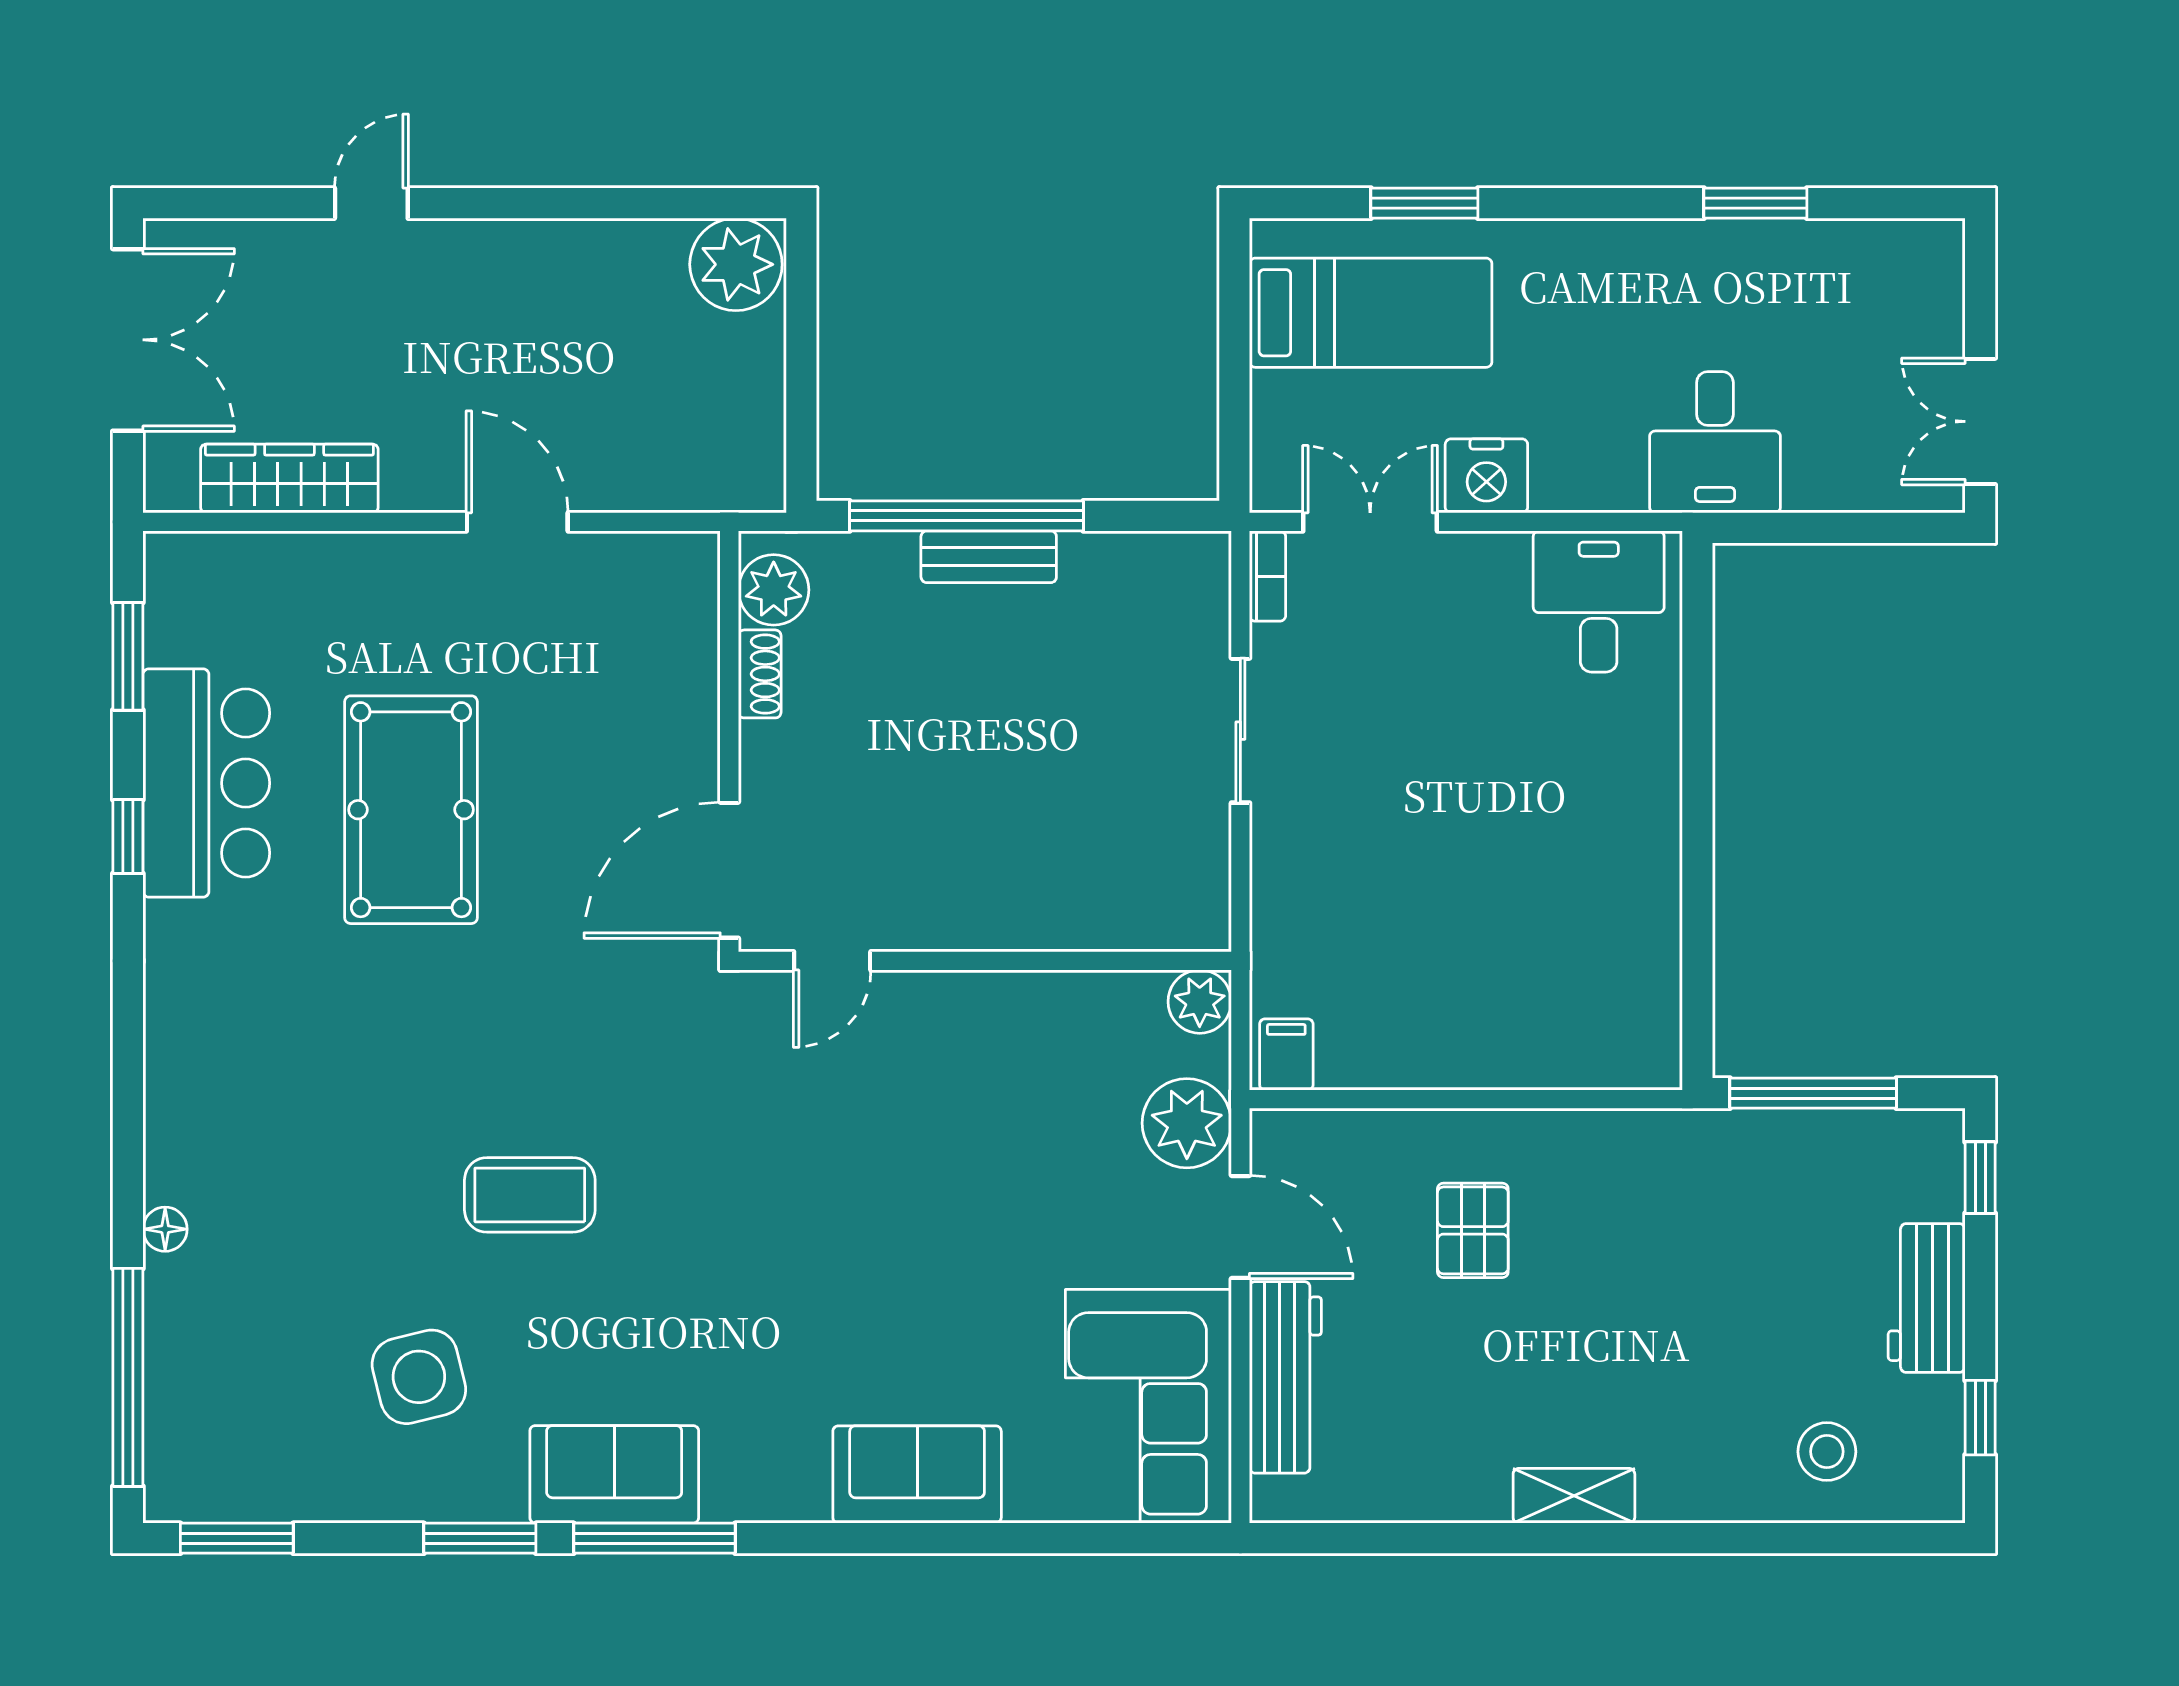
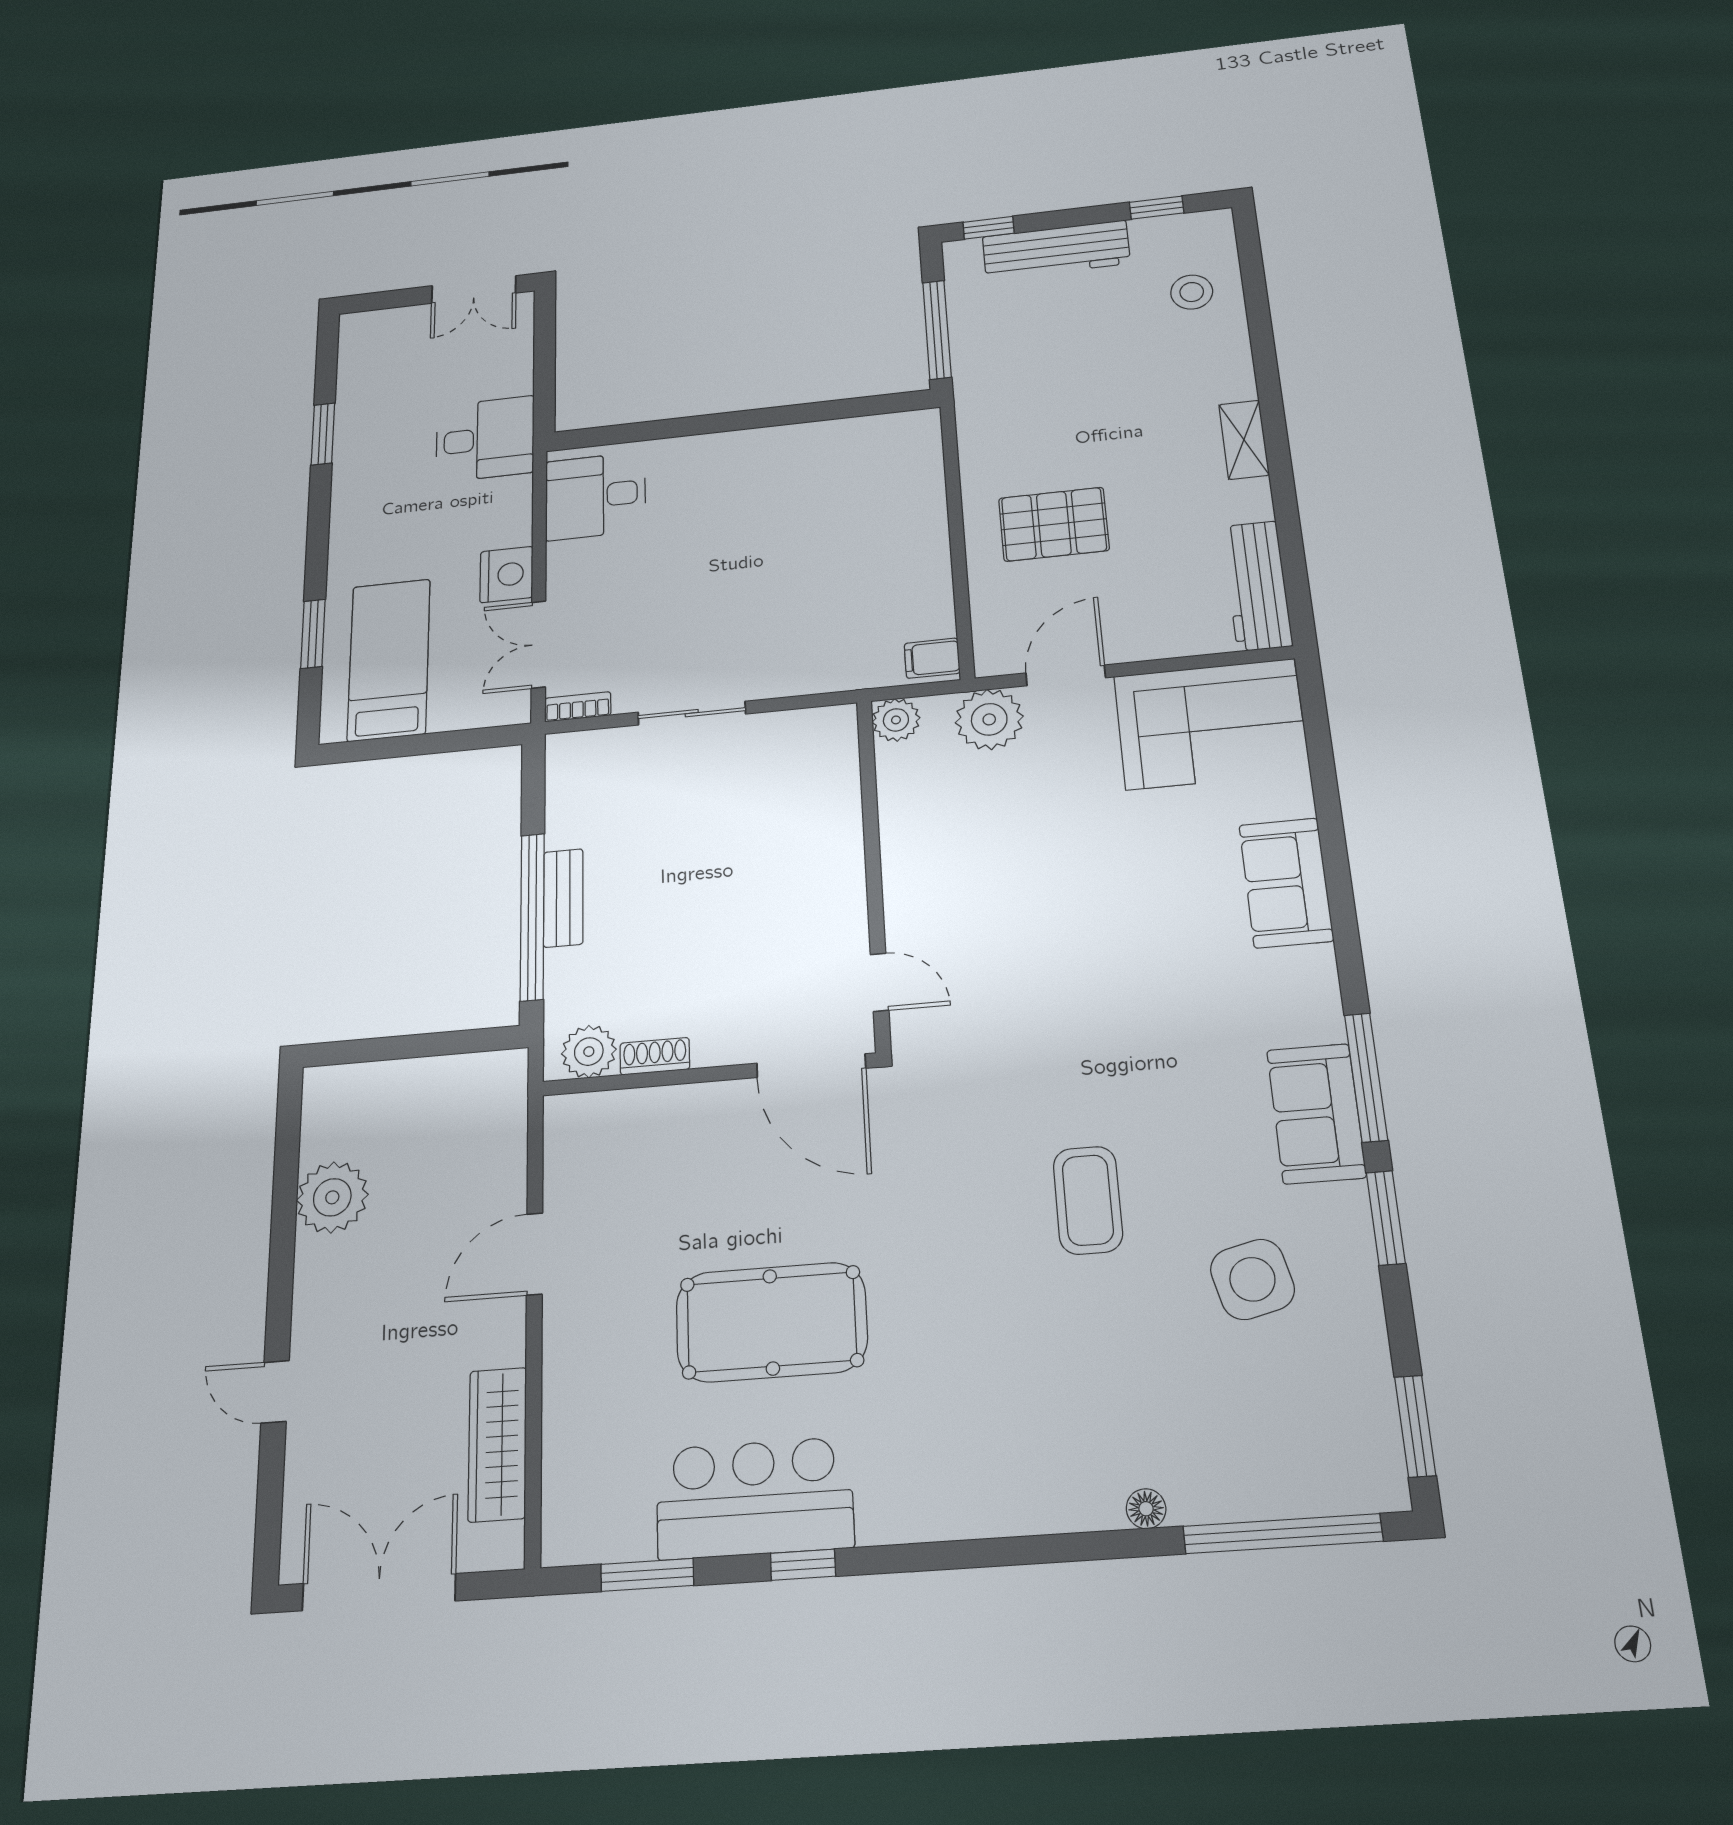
plant: (736, 264) -> (332, 1197), moved
pallet: (1473, 1230) -> (1054, 524), width x1.50, depth x1.42
workbench: (1927, 1298) -> (1056, 250), width x1.37
workbench: (1285, 1377) -> (1257, 586), moved, turned -90

